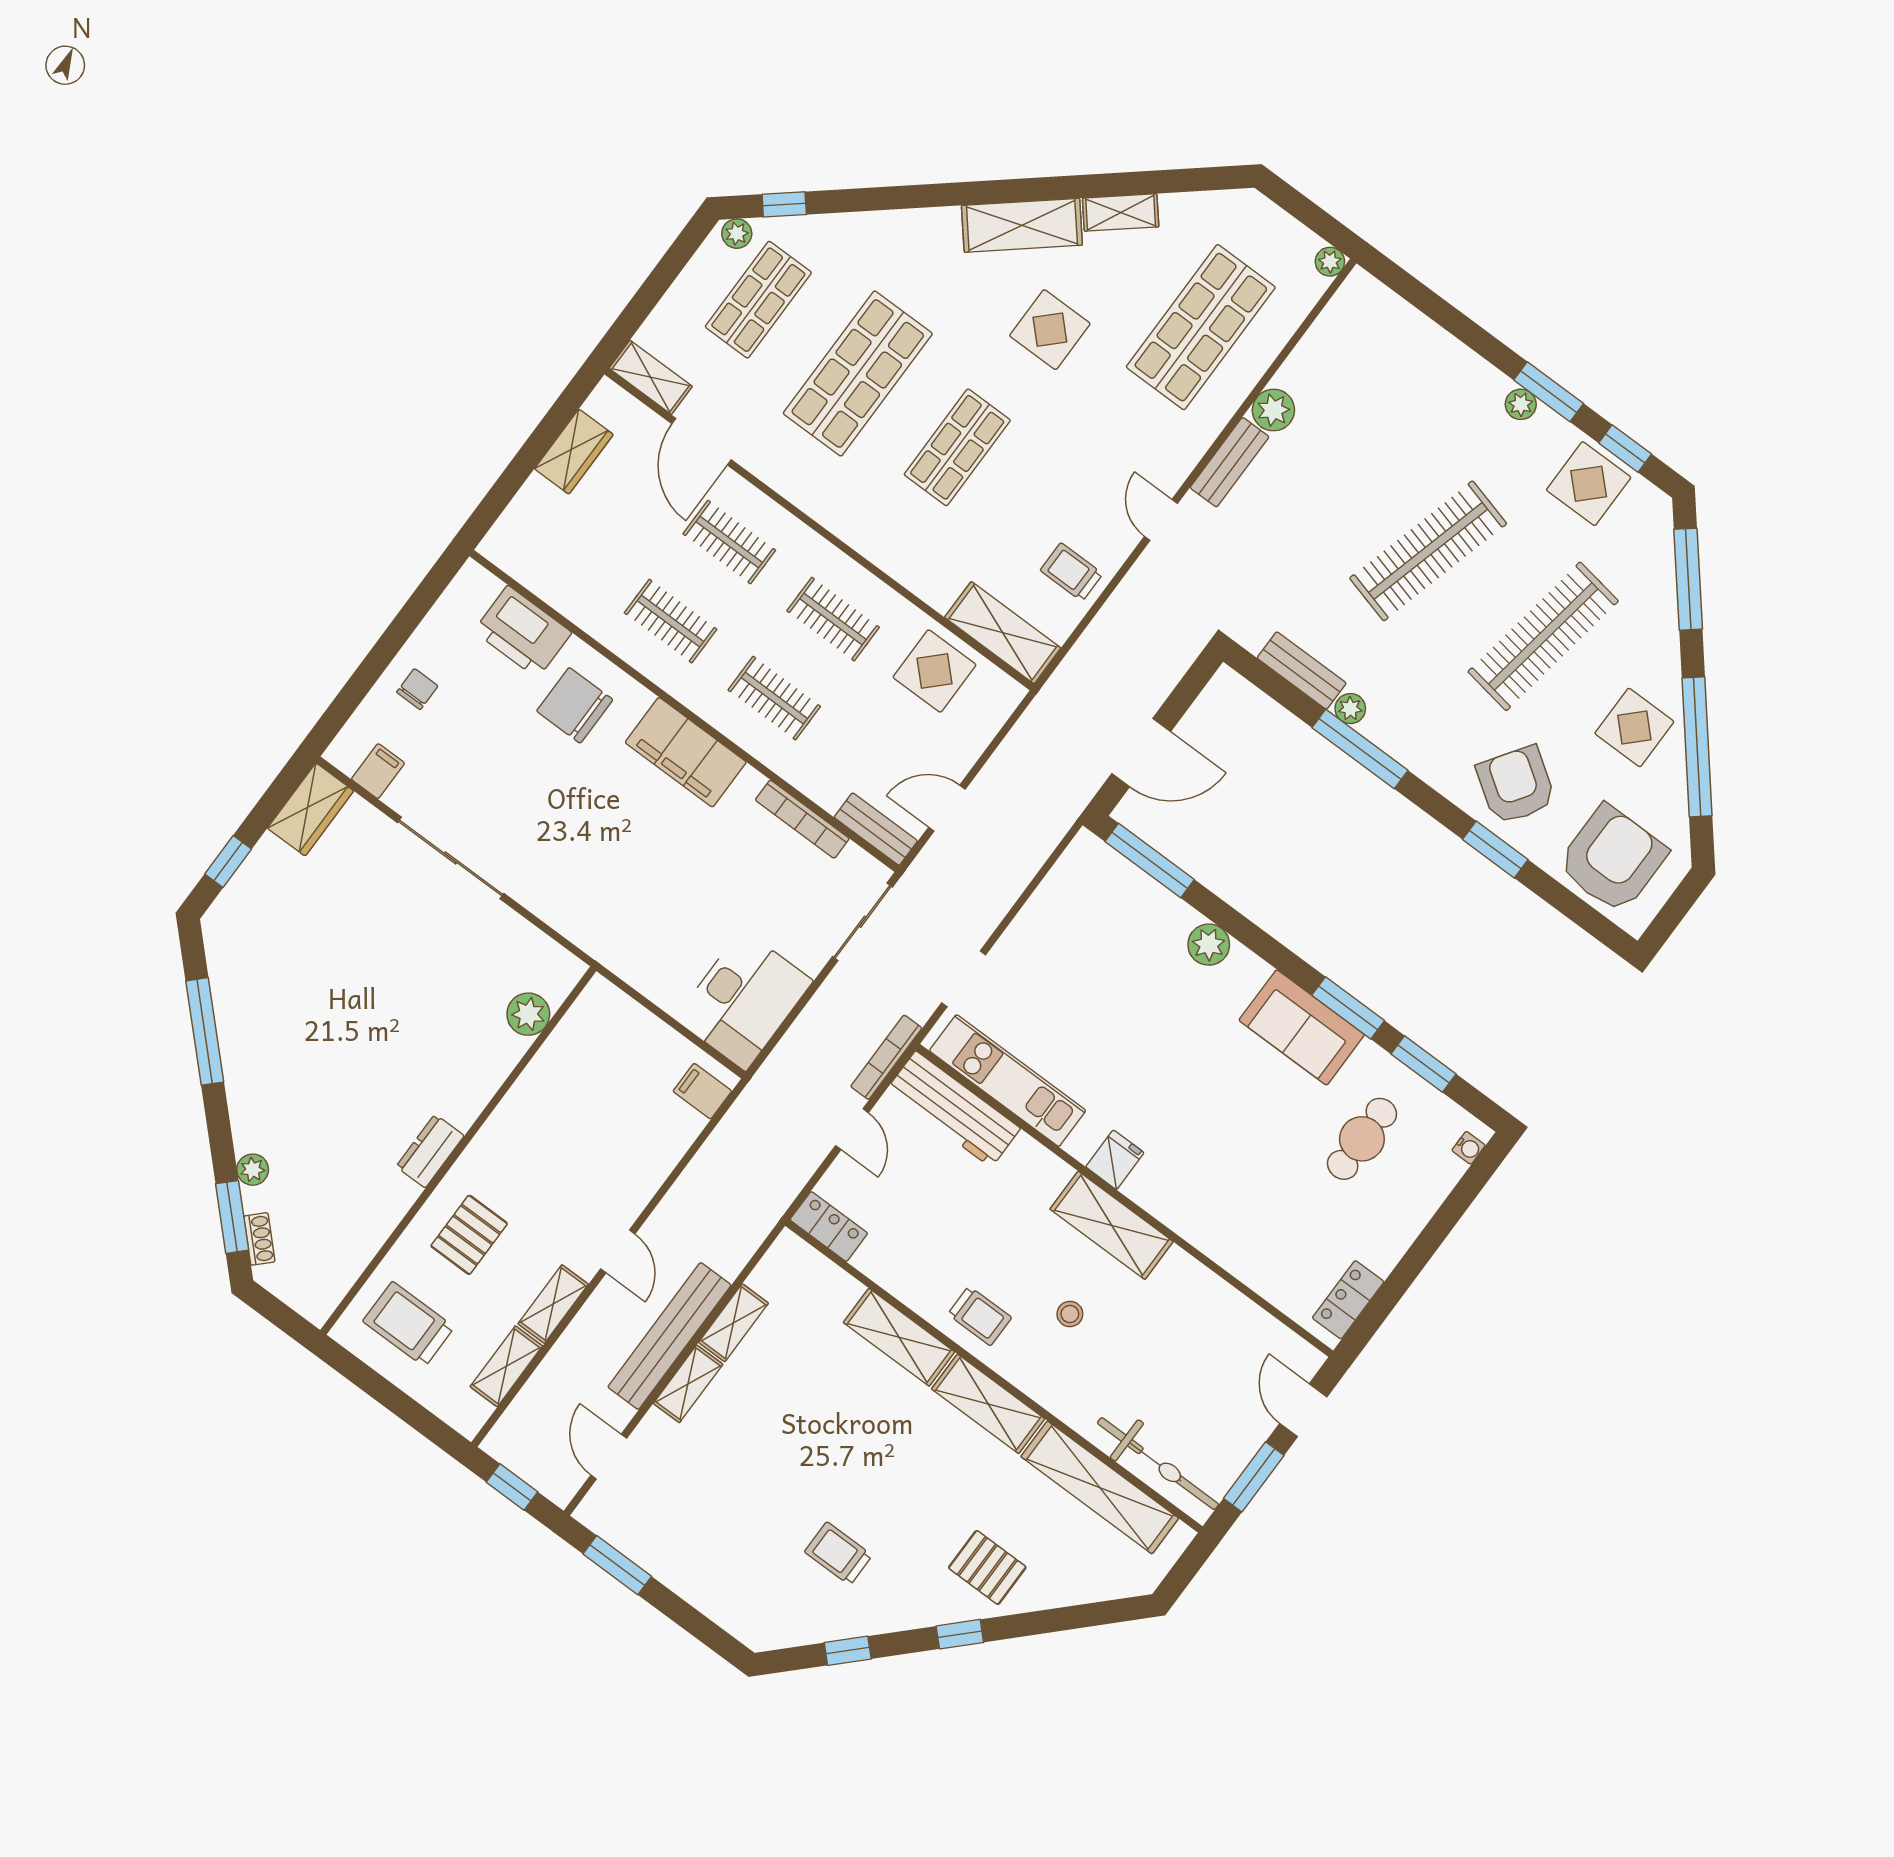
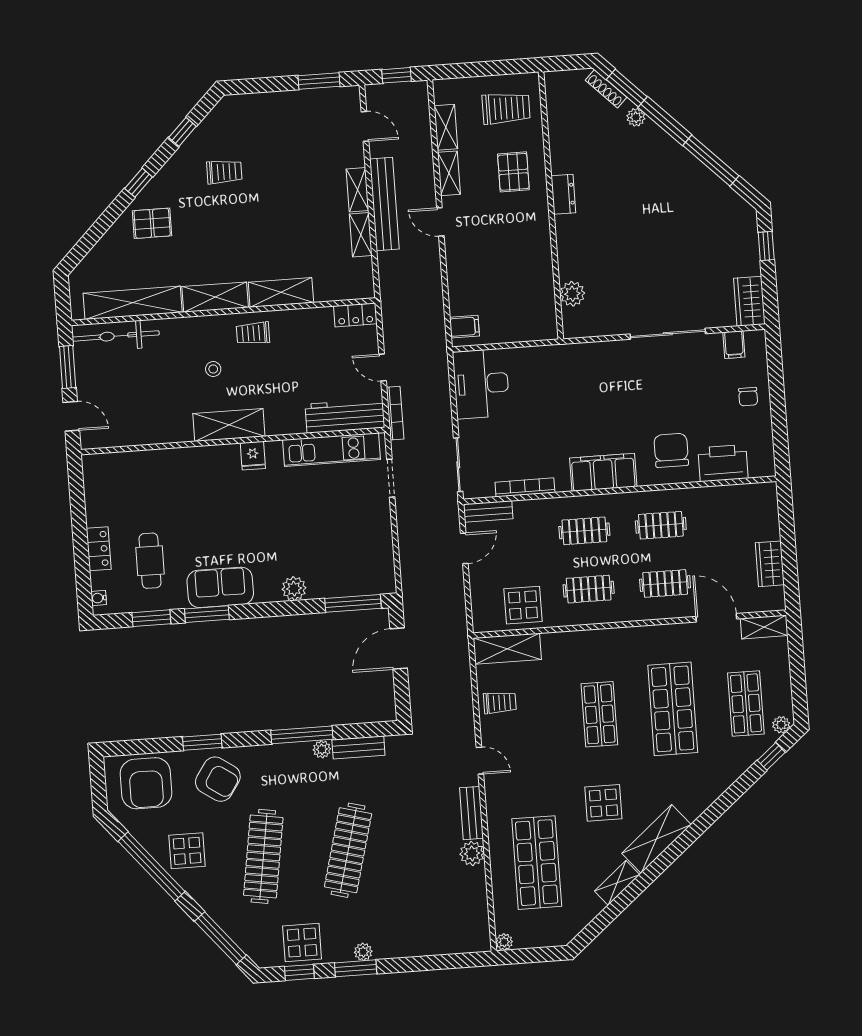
chair: (575, 705) -> (671, 450), turned -90
shoe rack: (259, 1239) -> (606, 89), width x1.43
locker: (1348, 1300) -> (99, 549), moved

